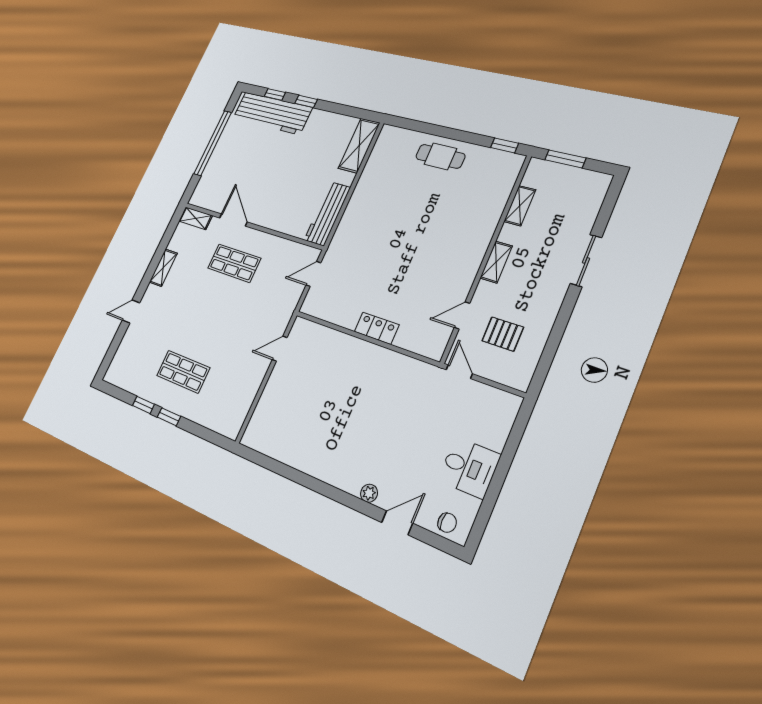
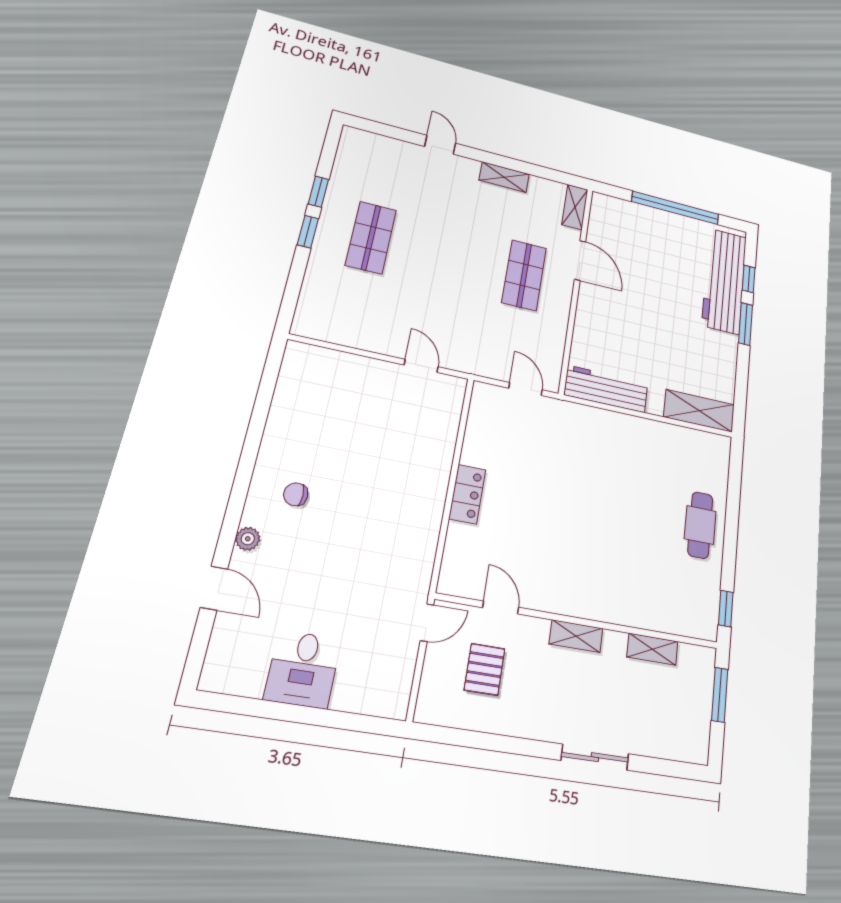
window: (306, 101) -> (746, 324), width x1.50
door: (233, 220) -> (580, 260), hinge flipped
chair: (447, 523) -> (296, 494), moved, turned 90

